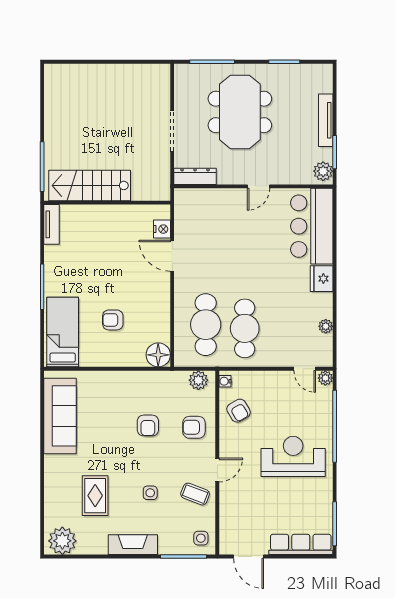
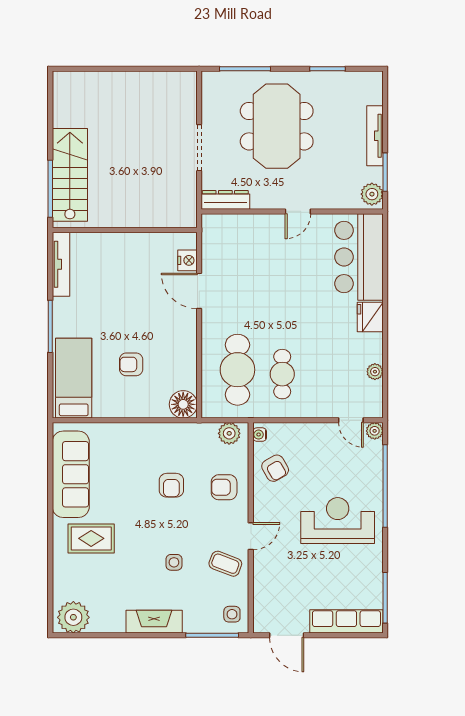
stairs: (90, 185) -> (70, 175), moved, turned 90
tv unit: (52, 224) -> (61, 264), width x1.41
cafe table: (245, 328) -> (282, 374), width x0.73, depth x0.74
rug: (95, 496) -> (91, 538), moved, turned 90

